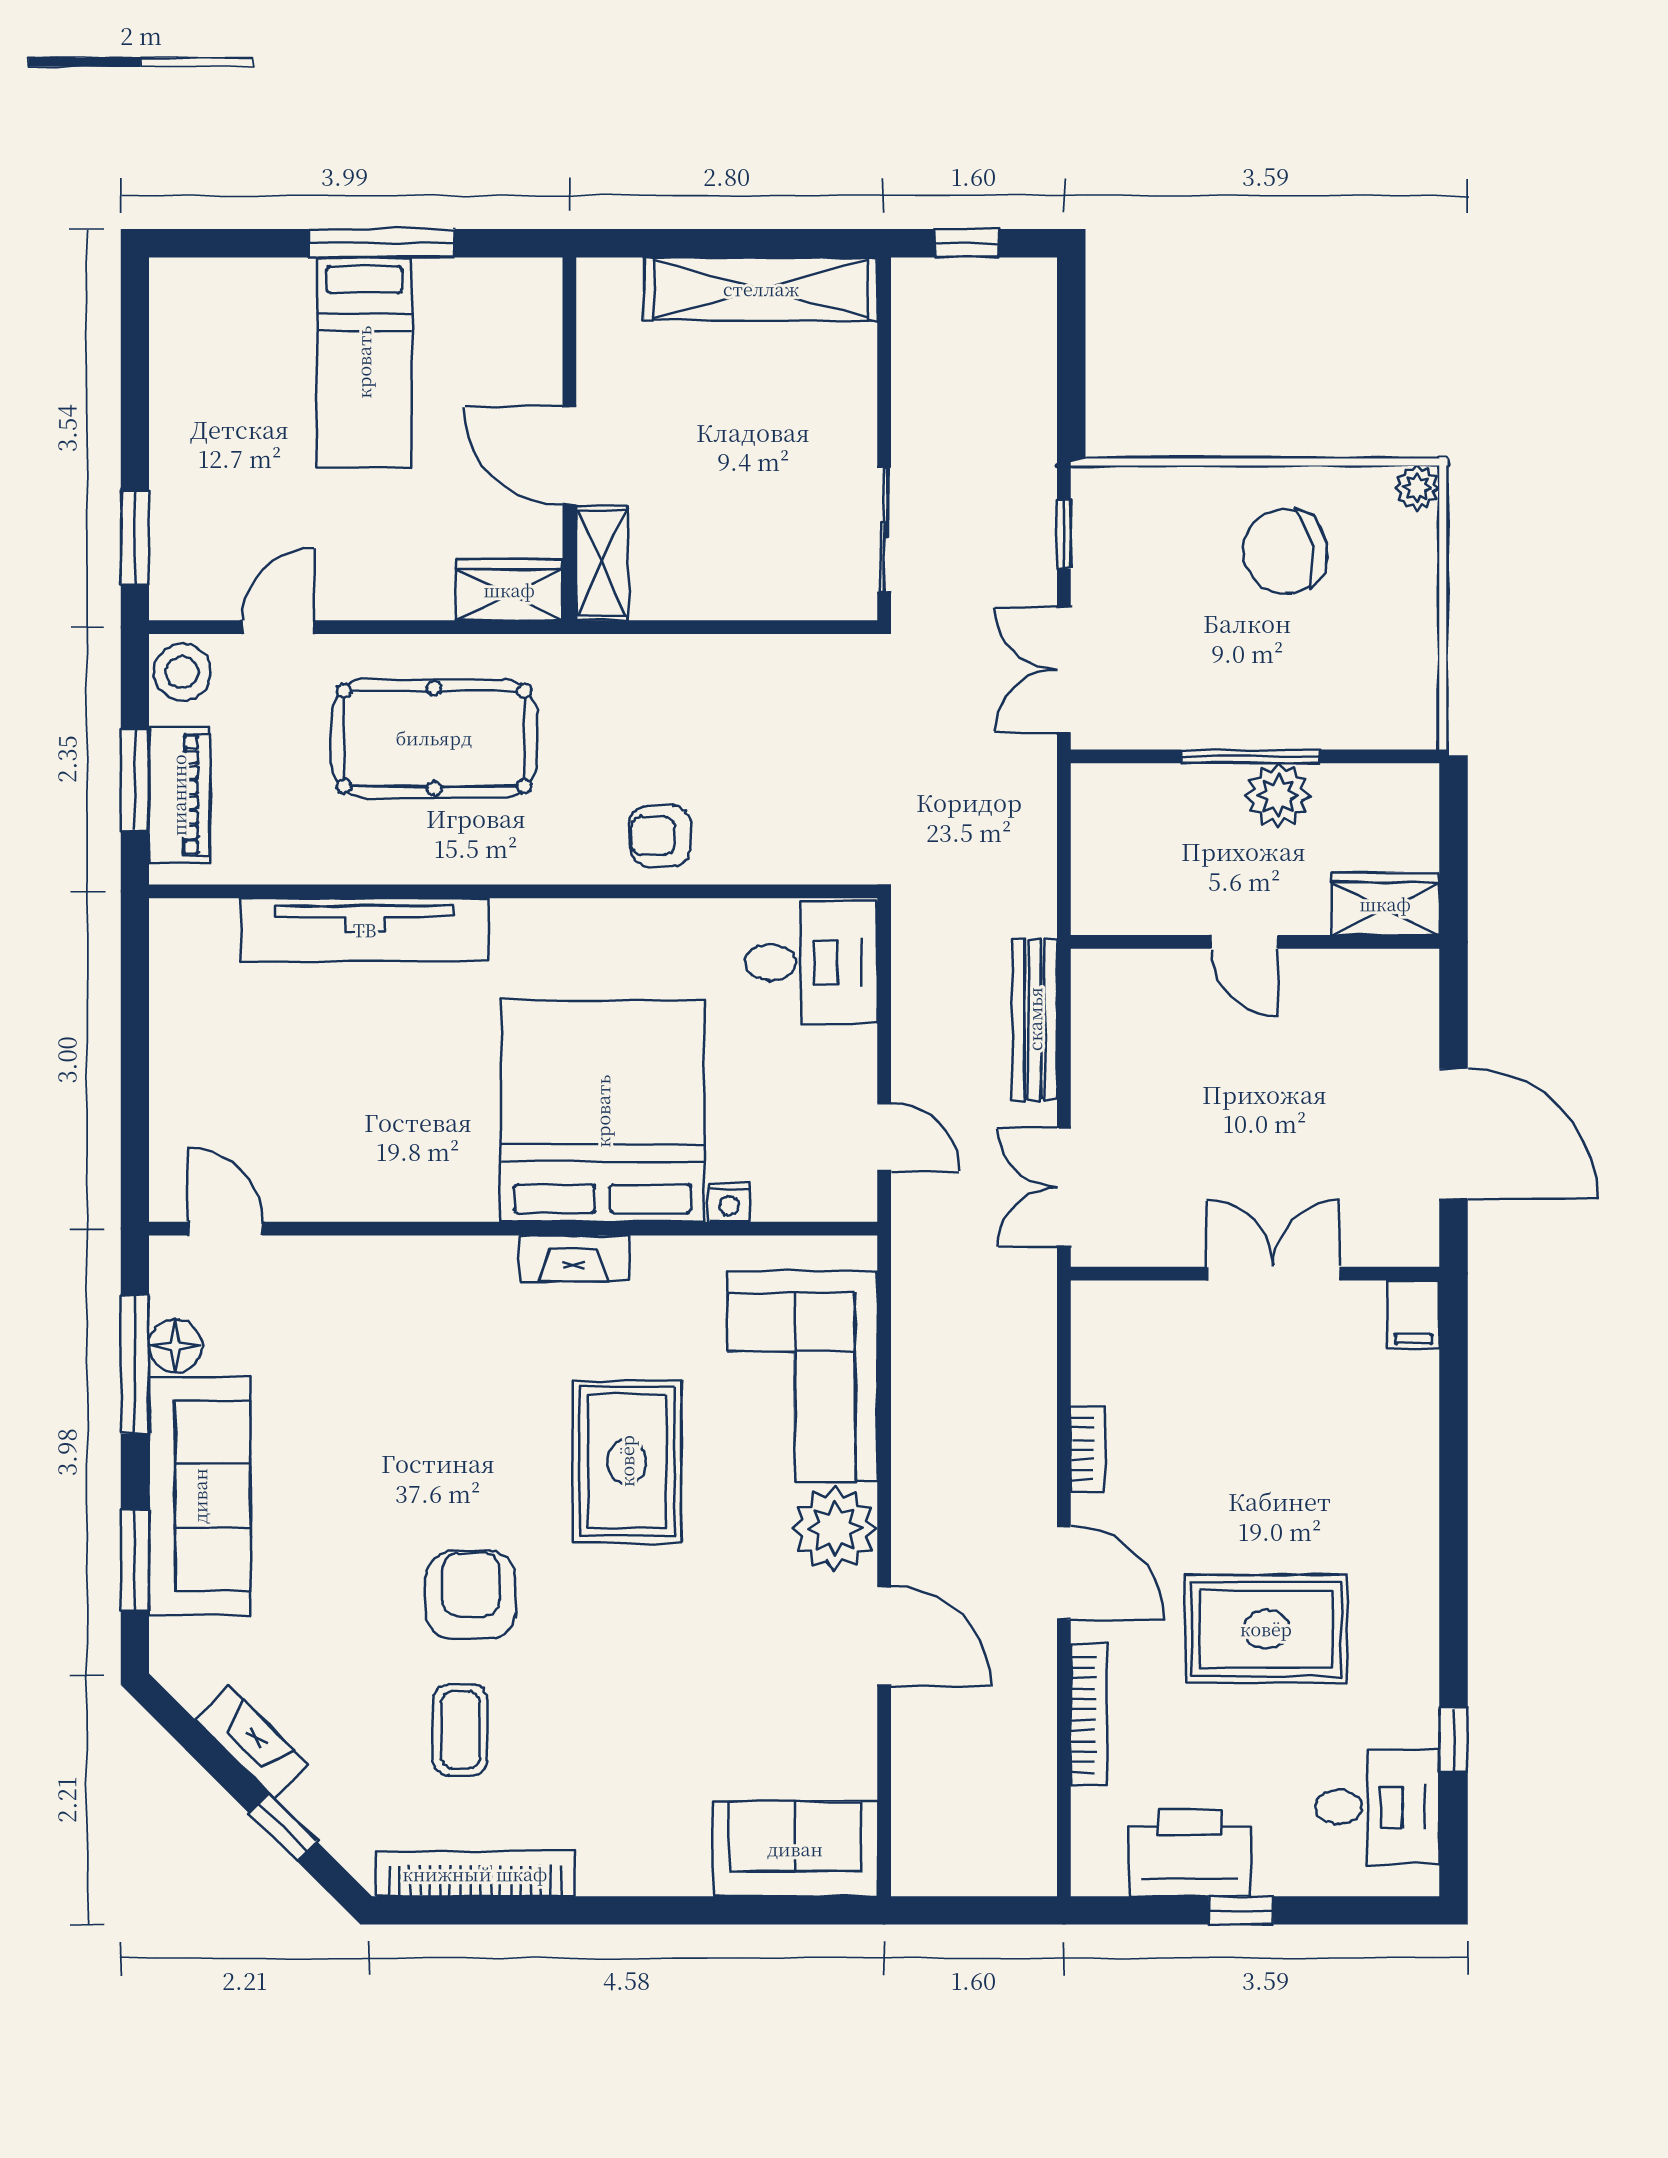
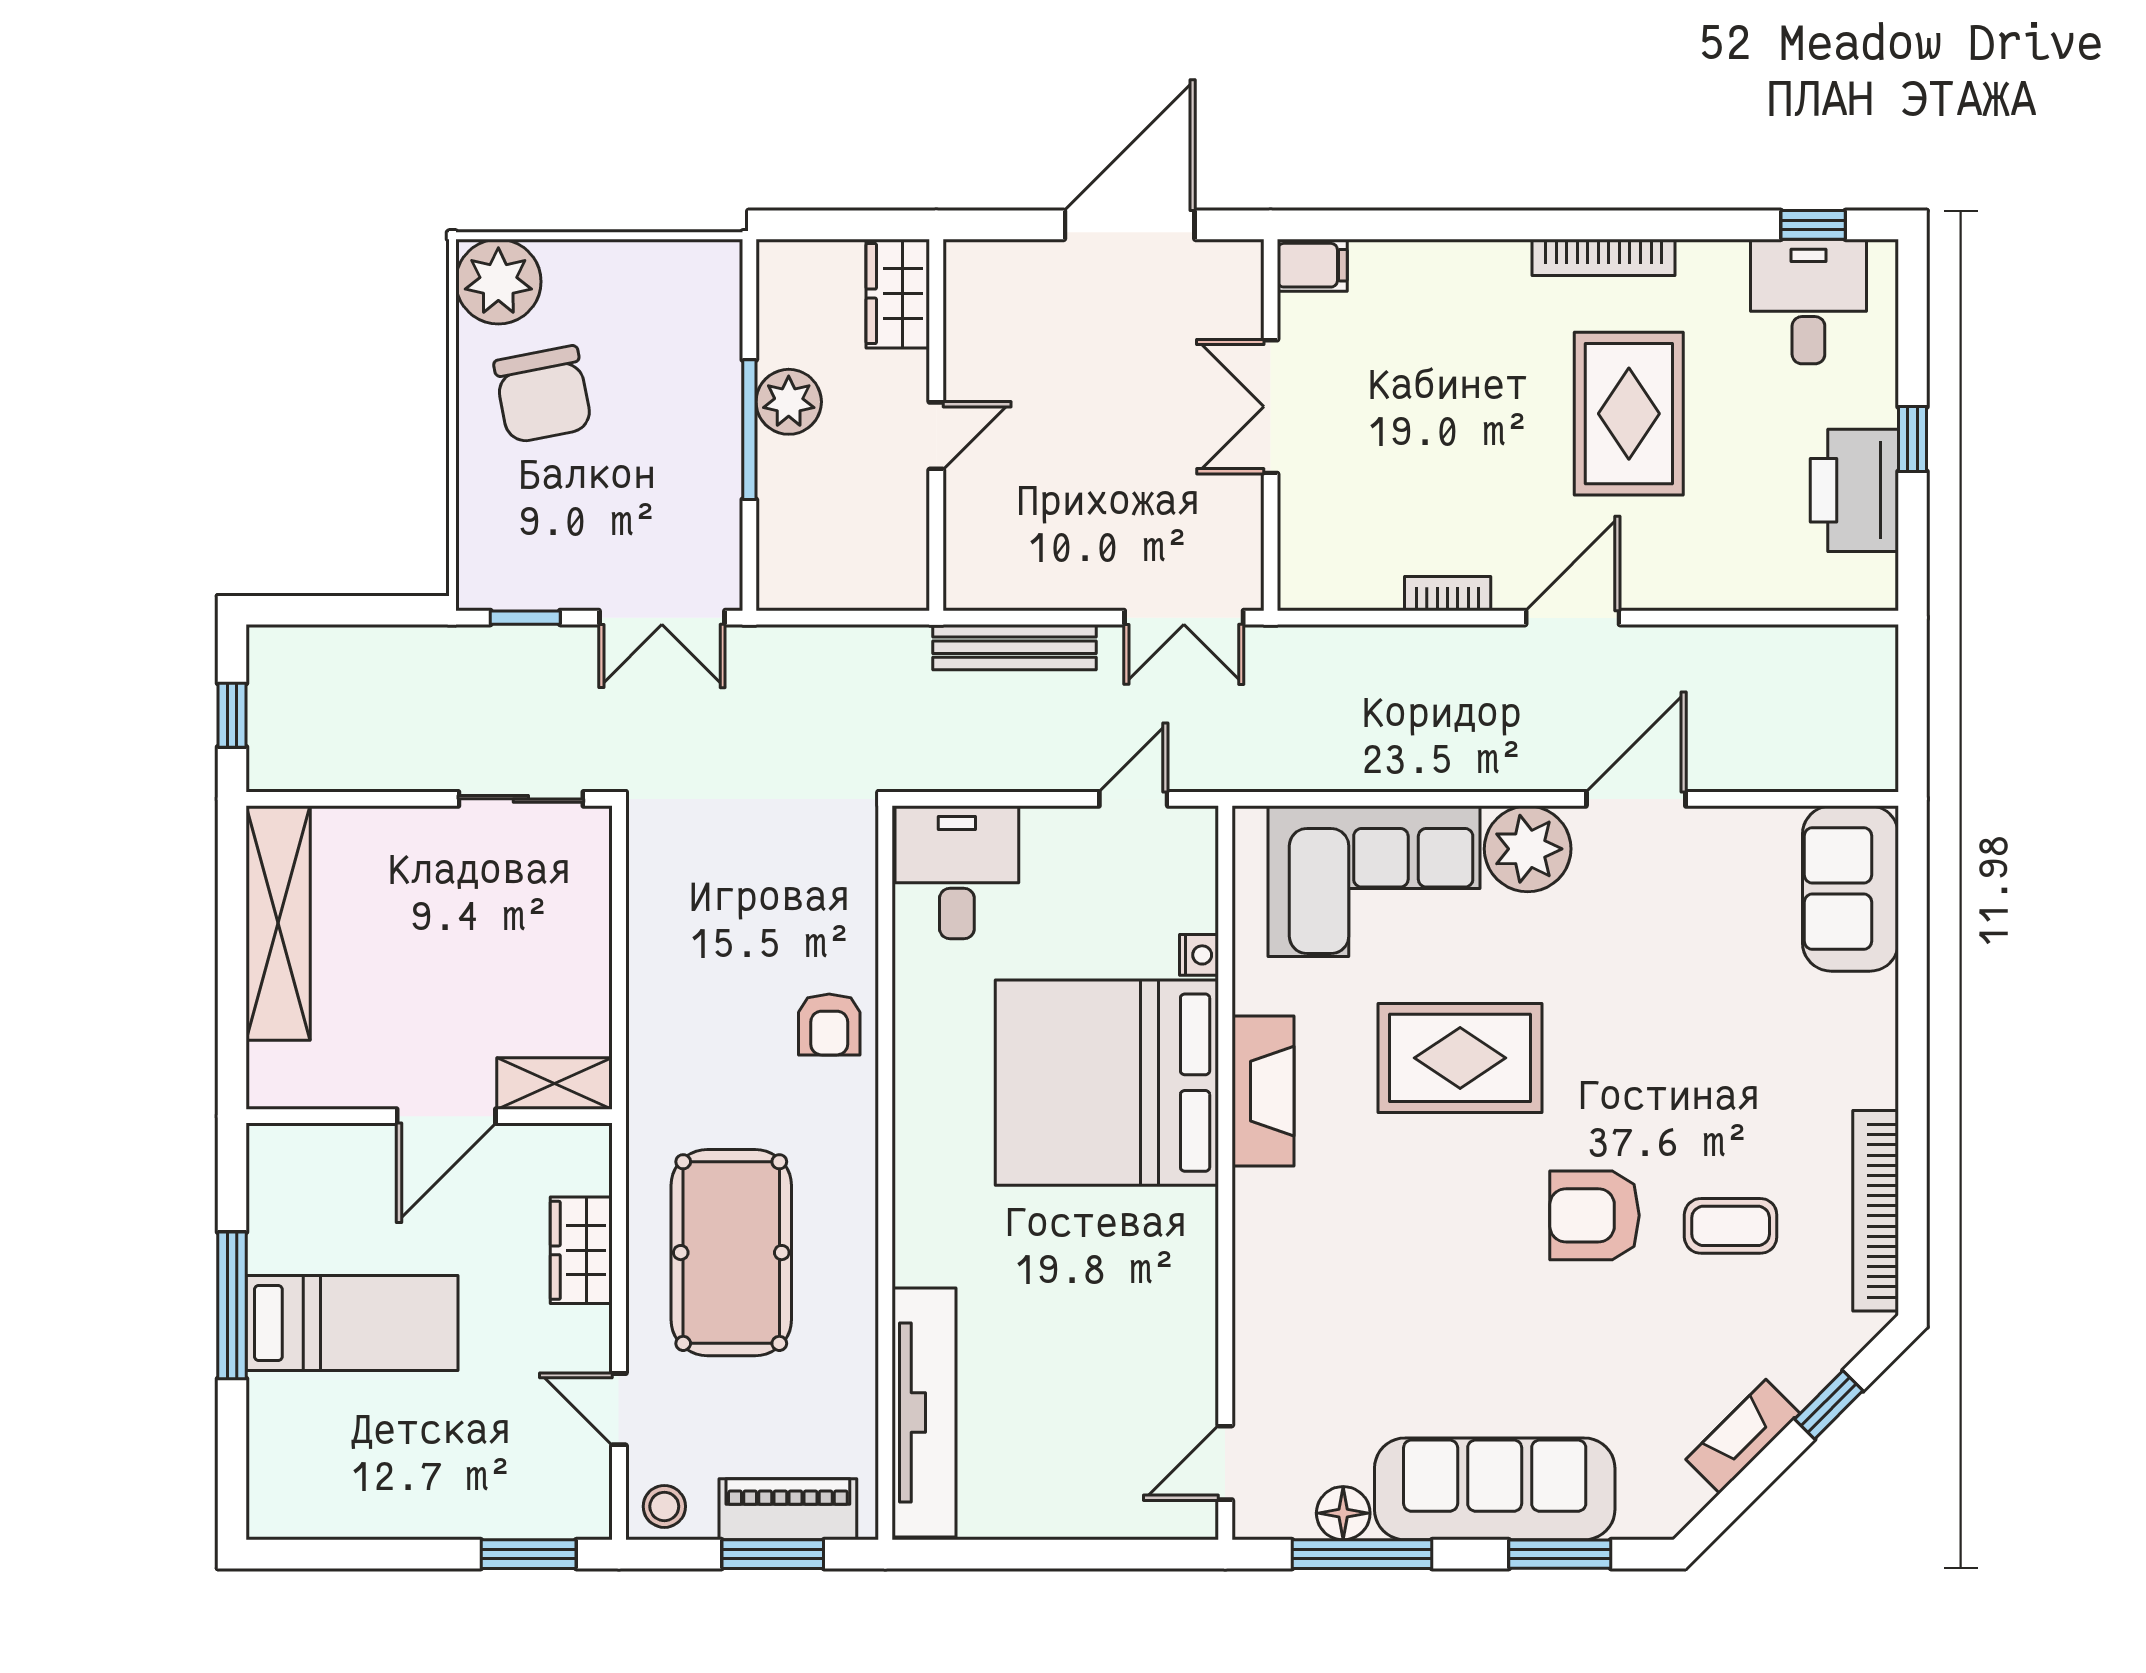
plant: (1417, 488) -> (498, 282), width x1.88, depth x1.88
wardrobe: (509, 590) -> (581, 1250), moved
stool: (182, 672) -> (664, 1506), width x0.73, depth x0.73
tv unit: (365, 930) -> (924, 1412), moved
fireplace: (574, 1259) -> (1263, 1091), width x1.37, depth x1.32
bookcase: (1089, 1714) -> (1604, 257), moved, turned 180
window: (1453, 1740) -> (1813, 225), moved

